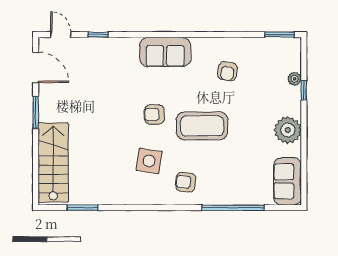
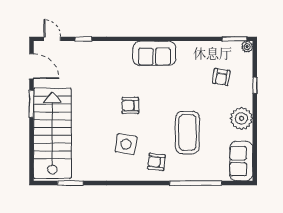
sofa: (165, 52) -> (154, 53), moved
armchair: (228, 71) -> (221, 77), moved
plant: (295, 79) -> (247, 47), moved
coffee table: (202, 126) -> (187, 132), moved, turned 90
stairs: (53, 162) -> (52, 133), width x1.36, depth x1.51

